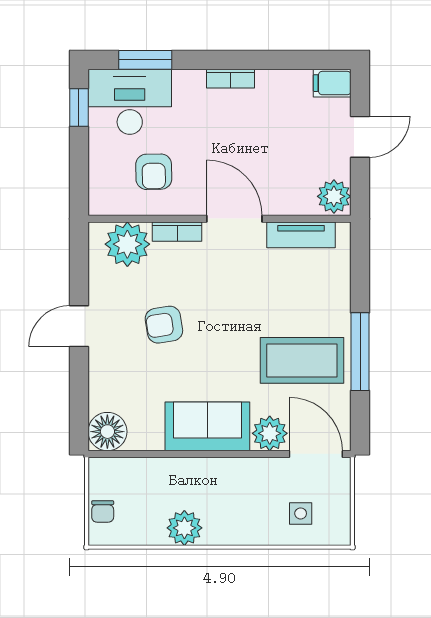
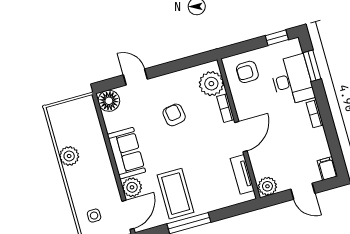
desk: (130, 102) -> (292, 80), moved
armchair: (154, 172) -> (247, 72), moved
door: (79, 326) -> (135, 77), moved
chair: (103, 511) -> (66, 110), removed

